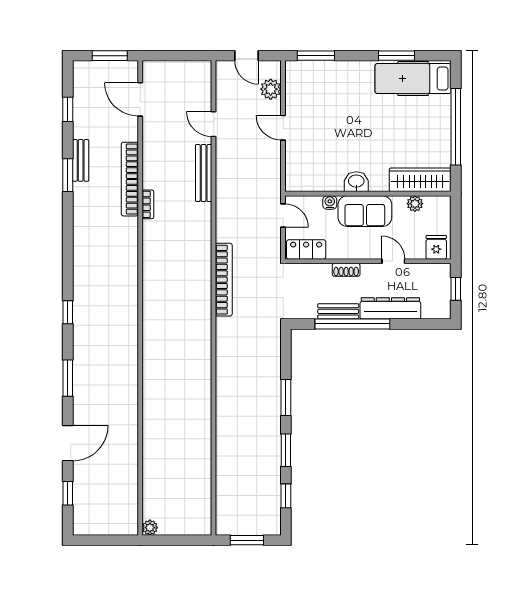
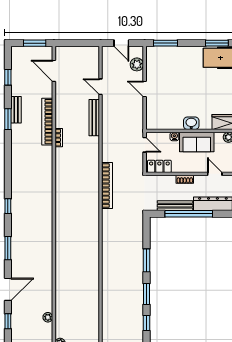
bench: (338, 311) -> (175, 206), width x1.36
plant: (131, 487) -> (48, 317), added

